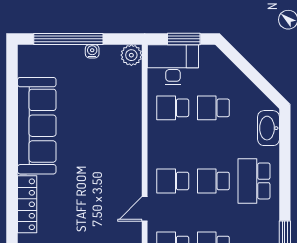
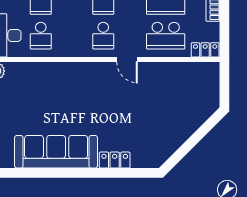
locker: (27, 204) -> (115, 160), width x0.66

